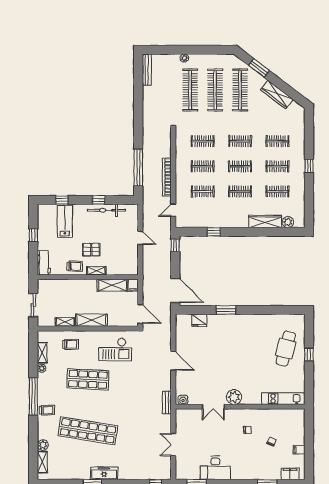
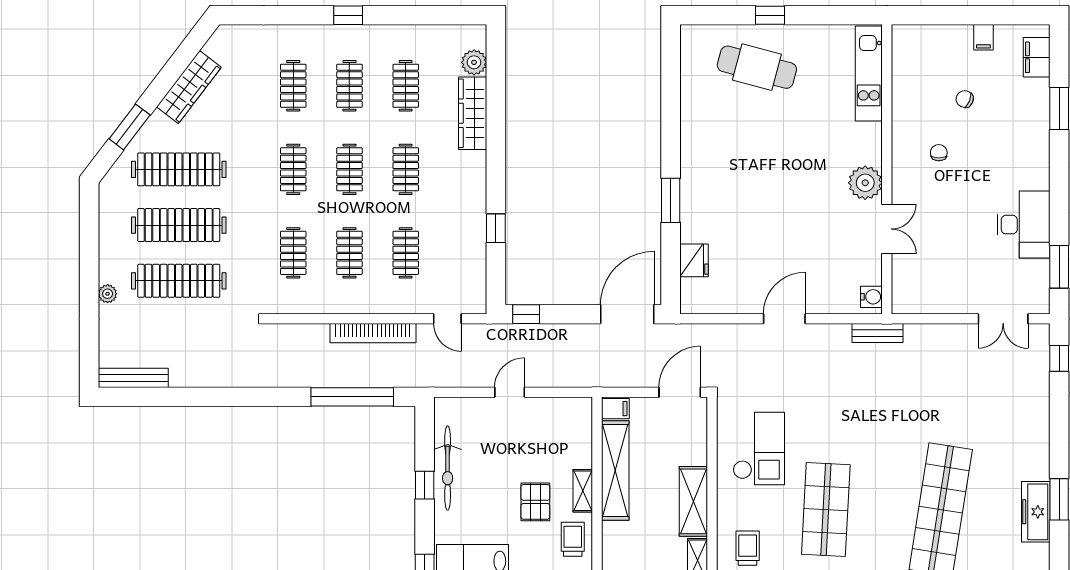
shelving: (112, 285) -> (615, 471), width x1.47
double door: (173, 445) -> (1003, 319), moved
freezer: (104, 473) -> (1036, 512), moved

